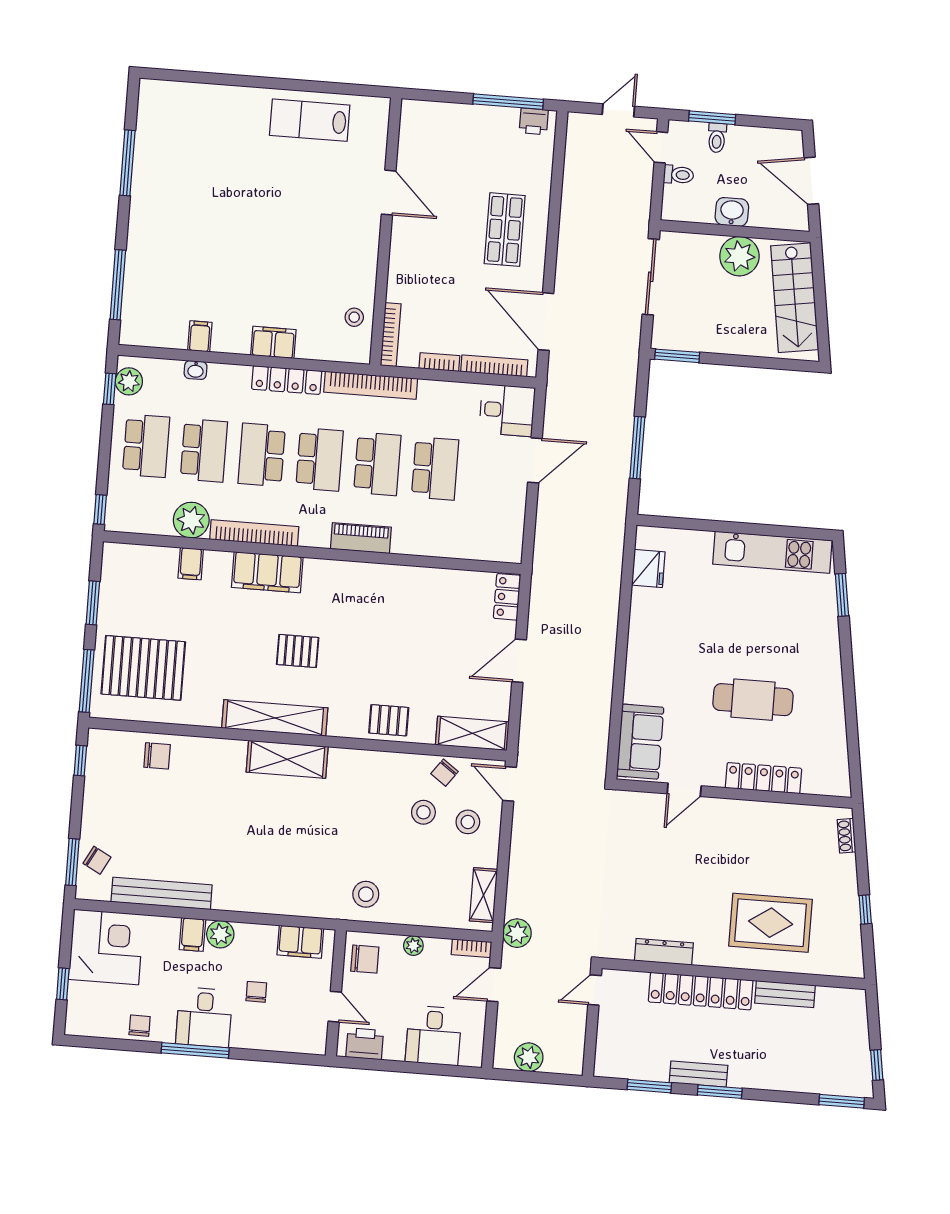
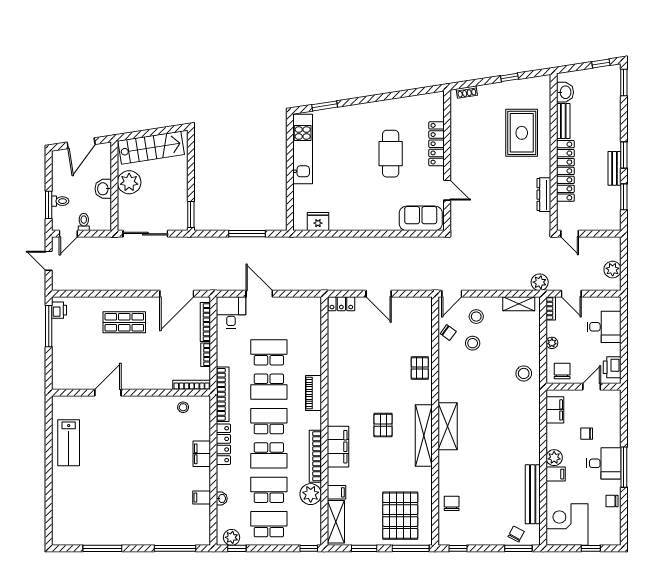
school desk: (377, 464) -> (269, 387), turned 180
shelving: (472, 733) -> (336, 522), moved
washbasin: (833, 1001) -> (565, 92), added

